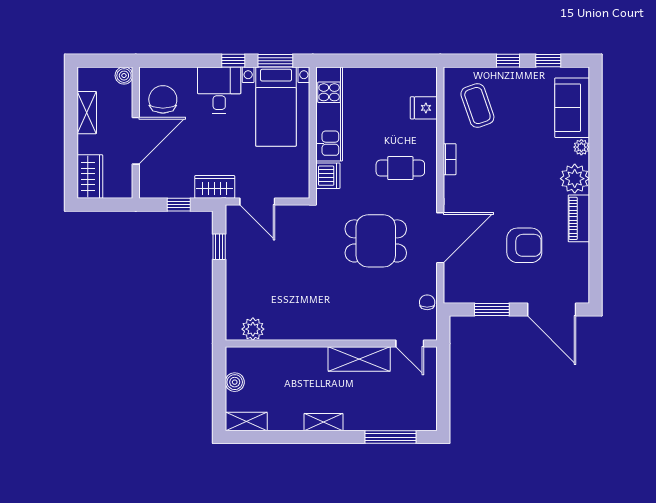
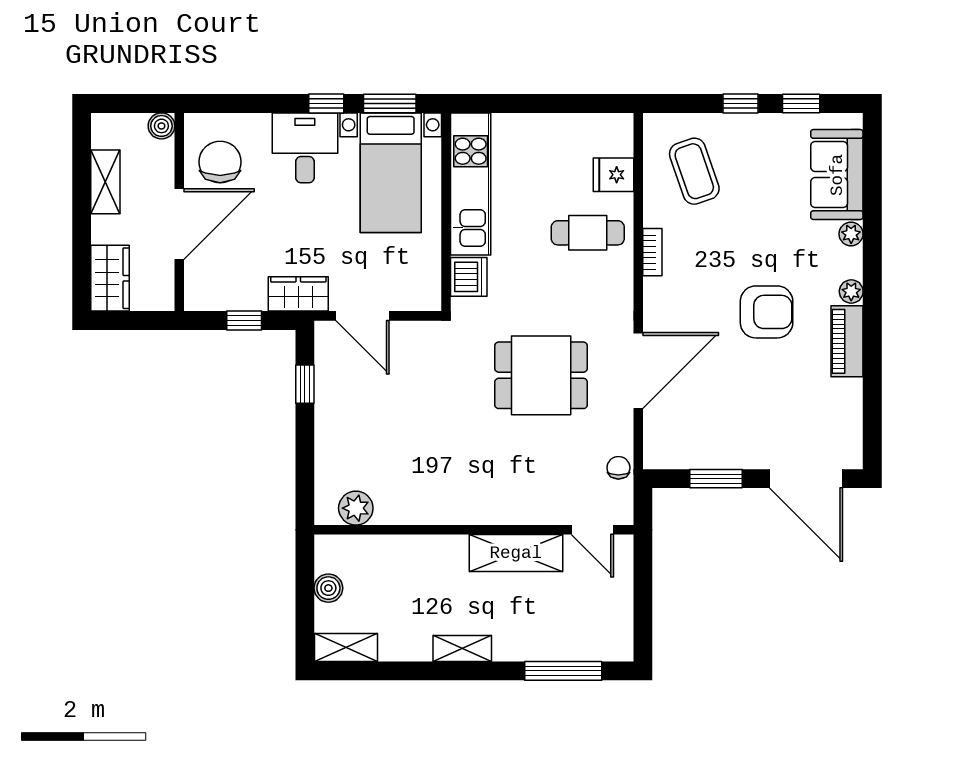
cafe table: (400, 168) -> (588, 233), moved
plant: (575, 179) -> (851, 291), width x0.53, depth x0.53
armchair: (524, 245) -> (767, 312), moved

